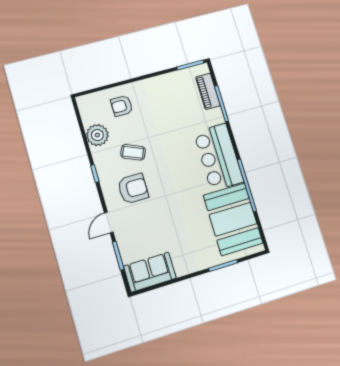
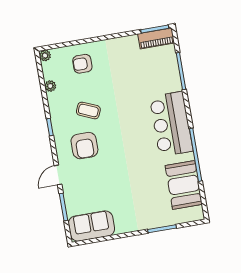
piano: (208, 91) -> (156, 38), moved, turned -90
plant: (82, 101) -> (45, 56), added
plant: (97, 135) -> (50, 86), width x0.53, depth x0.53
armchair: (133, 189) -> (84, 146), turned 90
booth: (233, 219) -> (184, 185), width x0.73, depth x0.70

